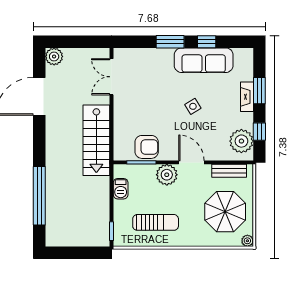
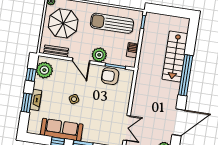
stairs: (96, 140) -> (175, 56), moved, turned 180
window: (39, 196) -> (186, 75), moved
sun lounger: (156, 222) -> (112, 23), width x1.36, depth x1.34

